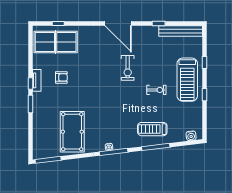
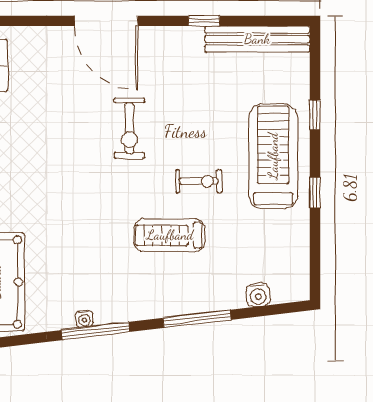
treadmill: (187, 80) -> (273, 156), turned 180
treadmill: (152, 129) -> (170, 235), moved
water cooler: (191, 136) -> (258, 295), moved

